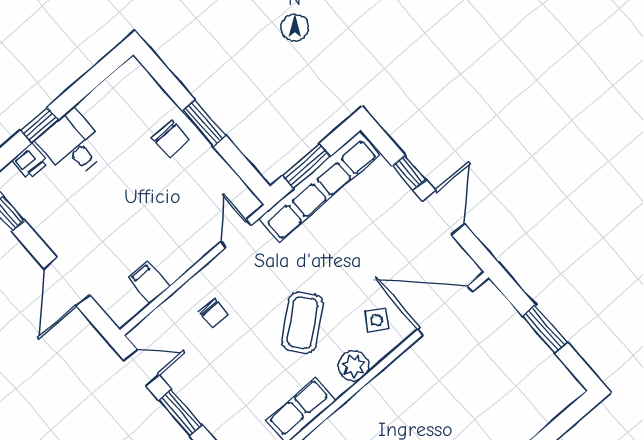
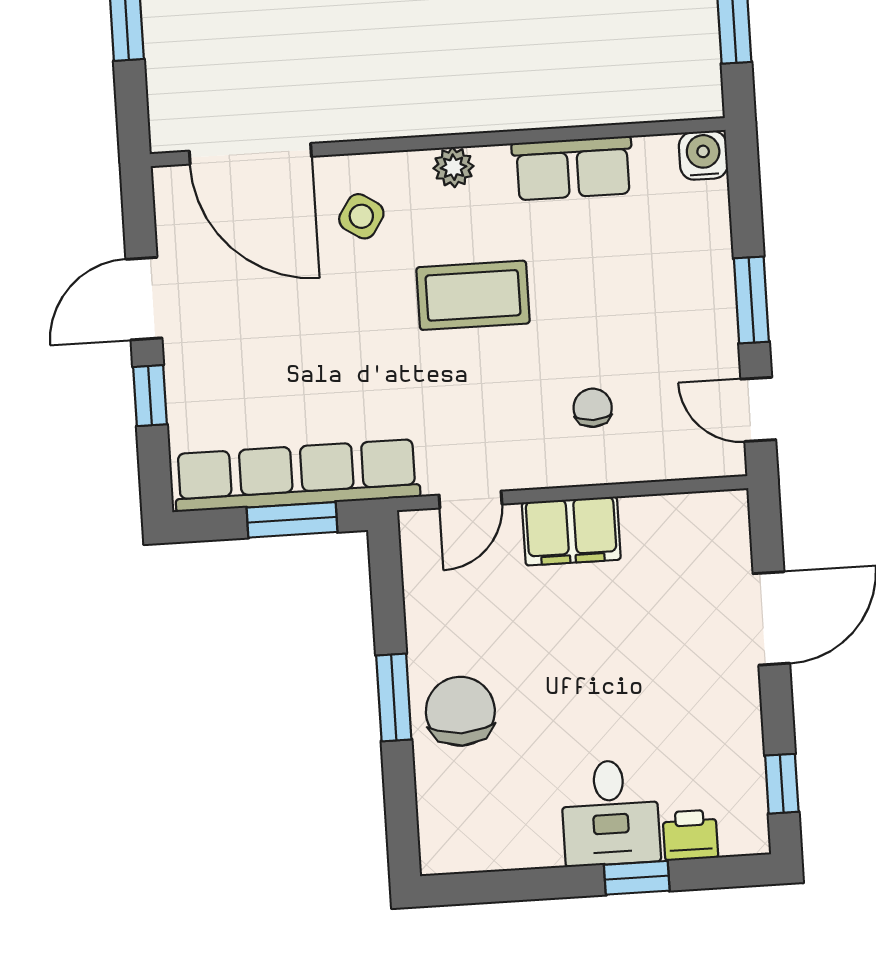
chair: (170, 139) -> (460, 711), width x1.37, depth x1.37
filing cabinet: (149, 282) -> (571, 531), moved, width x2.00
coffee table: (302, 323) -> (473, 295), turned 40
plant: (354, 366) -> (454, 167), width x0.73, depth x0.73

